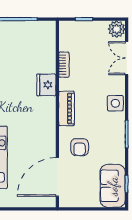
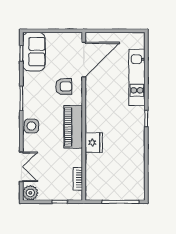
bookcase: (64, 65) -> (78, 179), moved
piano: (67, 109) -> (73, 127), width x1.37, depth x1.33
armchair: (80, 147) -> (64, 87), turned 90

